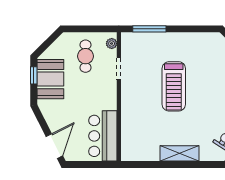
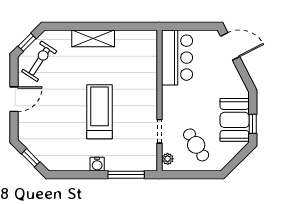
water cooler: (176, 39) -> (97, 164), added
cafe table: (86, 56) -> (196, 145), turned -32
door: (54, 146) -> (230, 46), swing flipped

